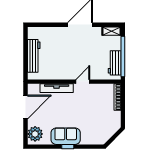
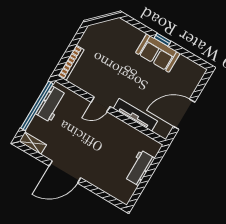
workbench: (34, 56) -> (140, 168), width x0.73
plant: (35, 134) -> (192, 77), removed

